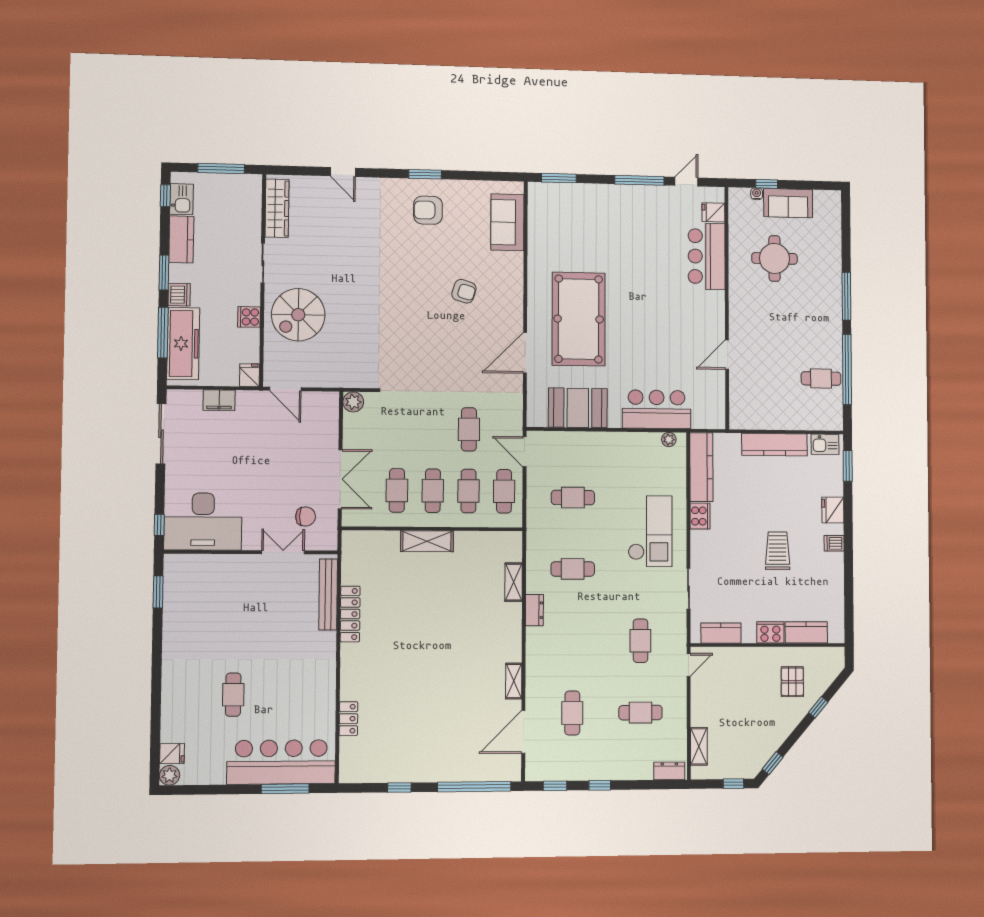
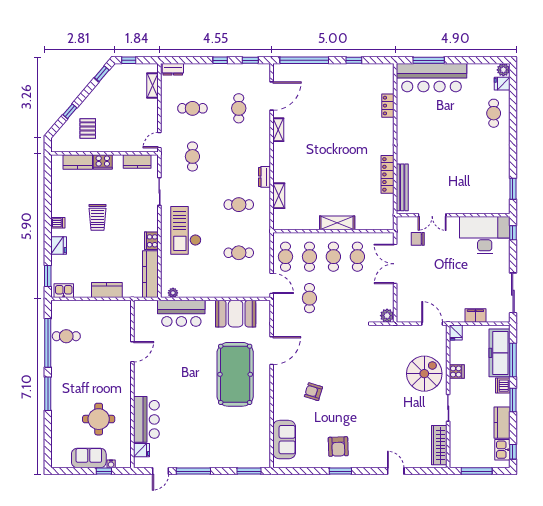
armchair: (428, 210) -> (338, 447), turned 88
kitchen counter: (774, 445) -> (107, 290), width x0.67
cafe table: (233, 695) -> (494, 113), moved

